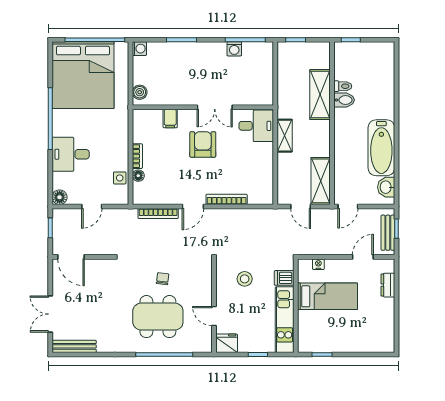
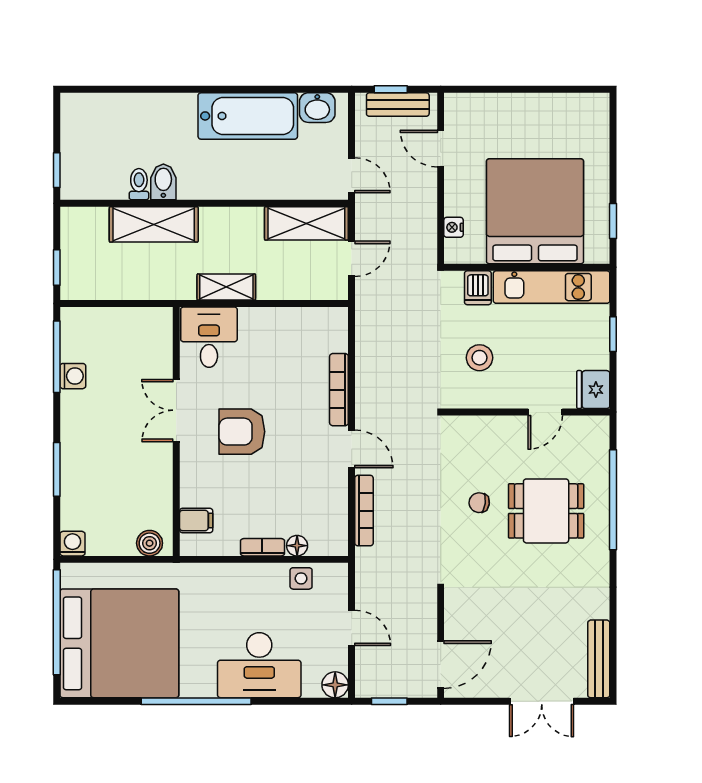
double door: (215, 107) -> (176, 410), swing flipped
filing cabinet: (170, 119) -> (196, 521), moved
desk: (71, 154) -> (259, 665), width x1.37
dresser: (388, 285) -> (490, 105), removed
bed: (327, 296) -> (535, 211), width x2.04
dining table: (158, 317) -> (546, 511), width x0.73

